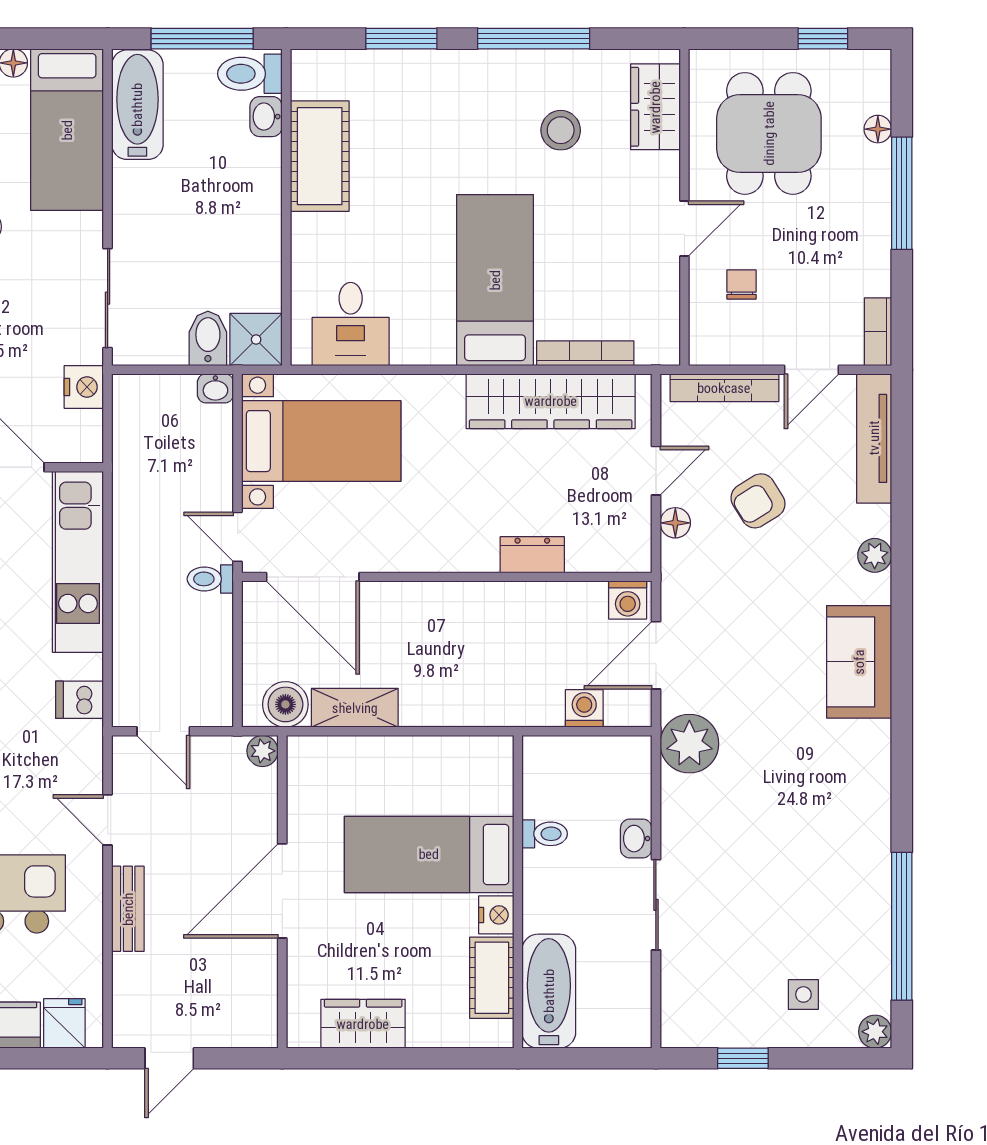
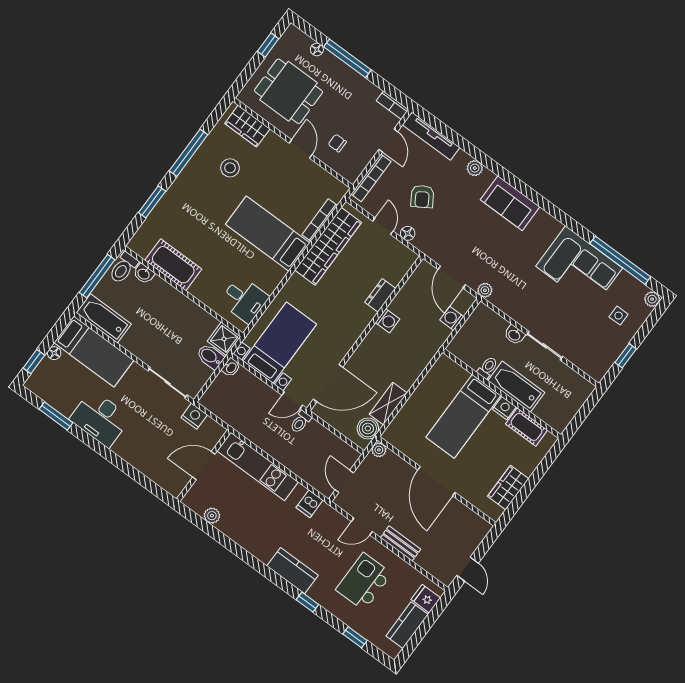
washing machine: (628, 600) -> (387, 321), moved
door: (163, 731) -> (344, 481), swing flipped
plant: (689, 744) -> (485, 290), width x0.53, depth x0.53
corner sofa: (837, 864) -> (579, 267), added
bathtub: (549, 991) -> (516, 387), moved

